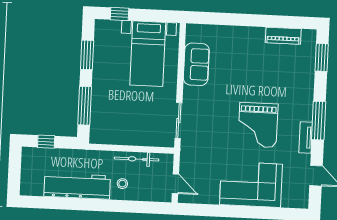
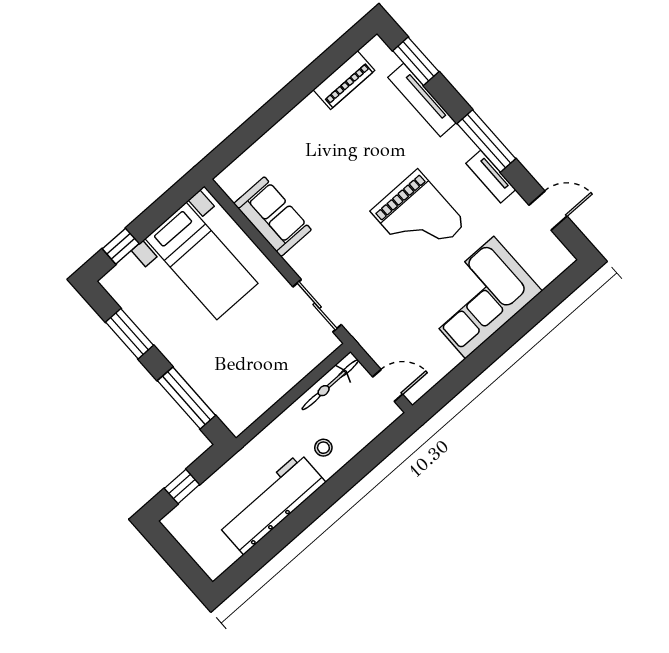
tv unit: (308, 76) -> (422, 100), added
bicycle: (137, 159) -> (330, 385), moved

